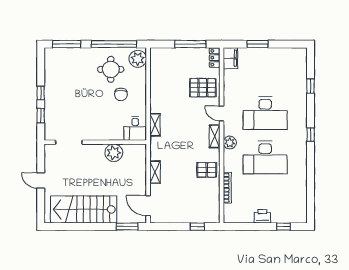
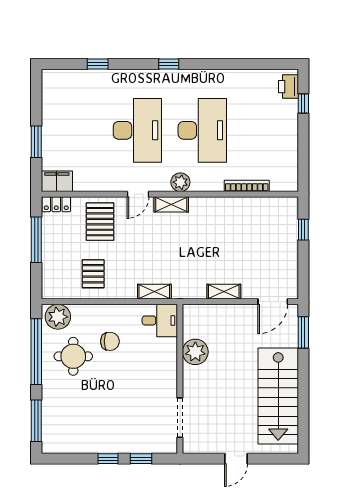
pallet: (207, 170) -> (93, 274), moved
printer: (262, 216) -> (288, 87), moved

